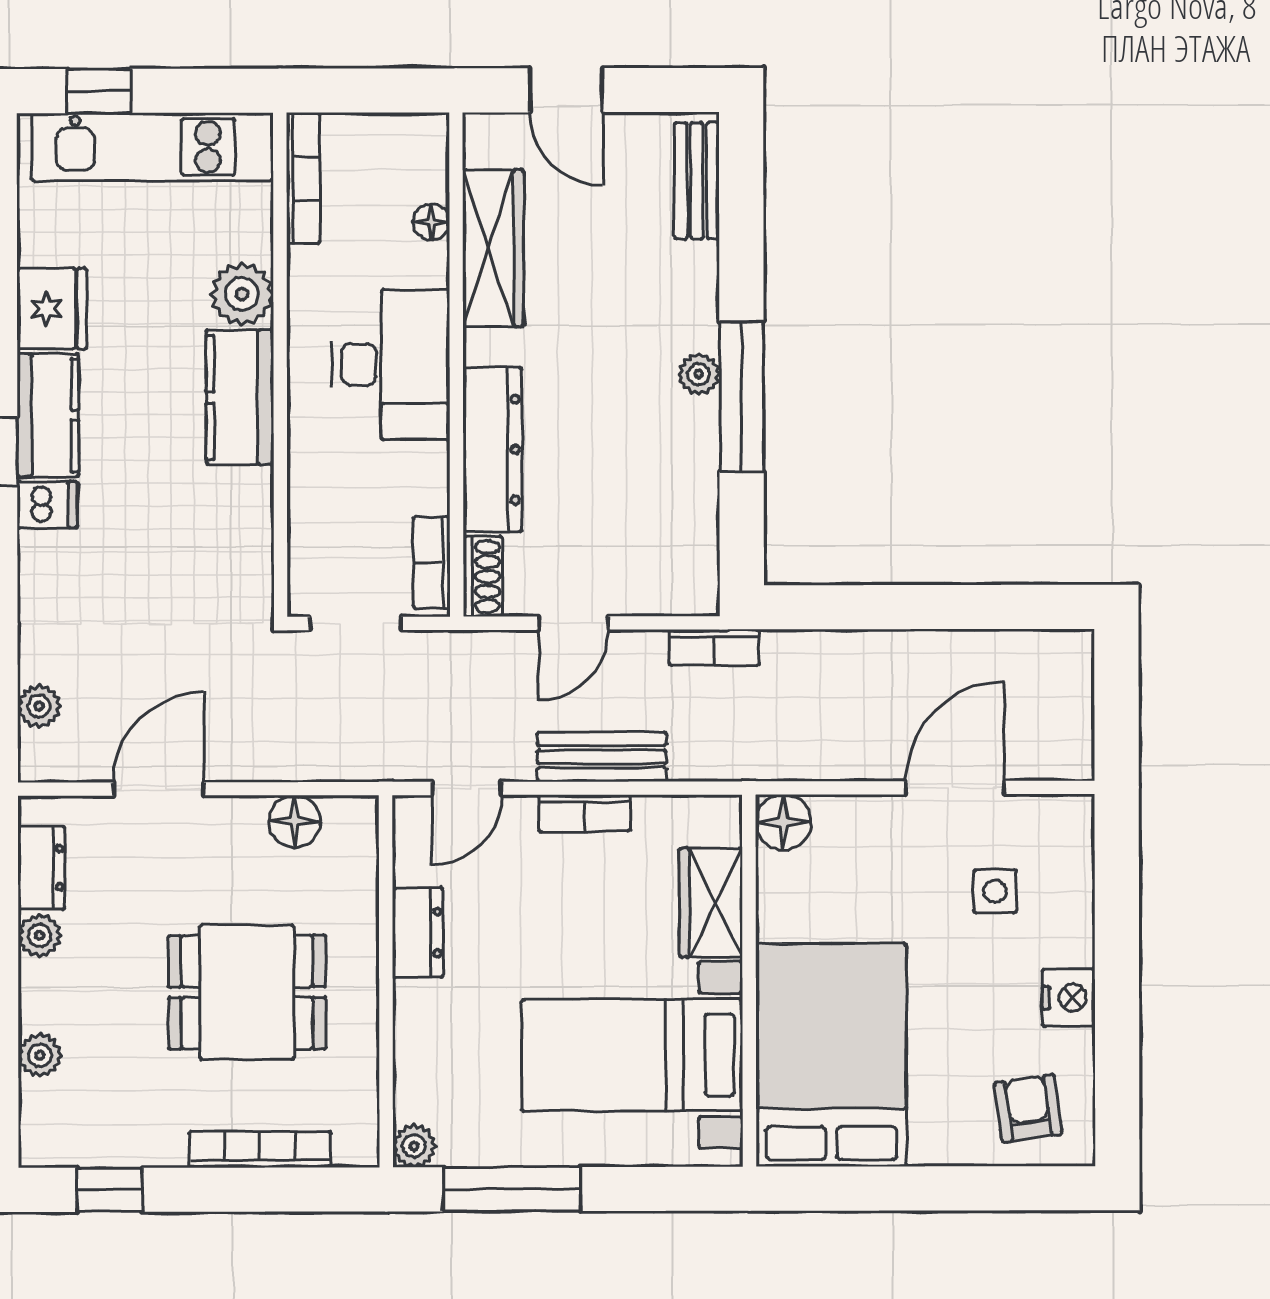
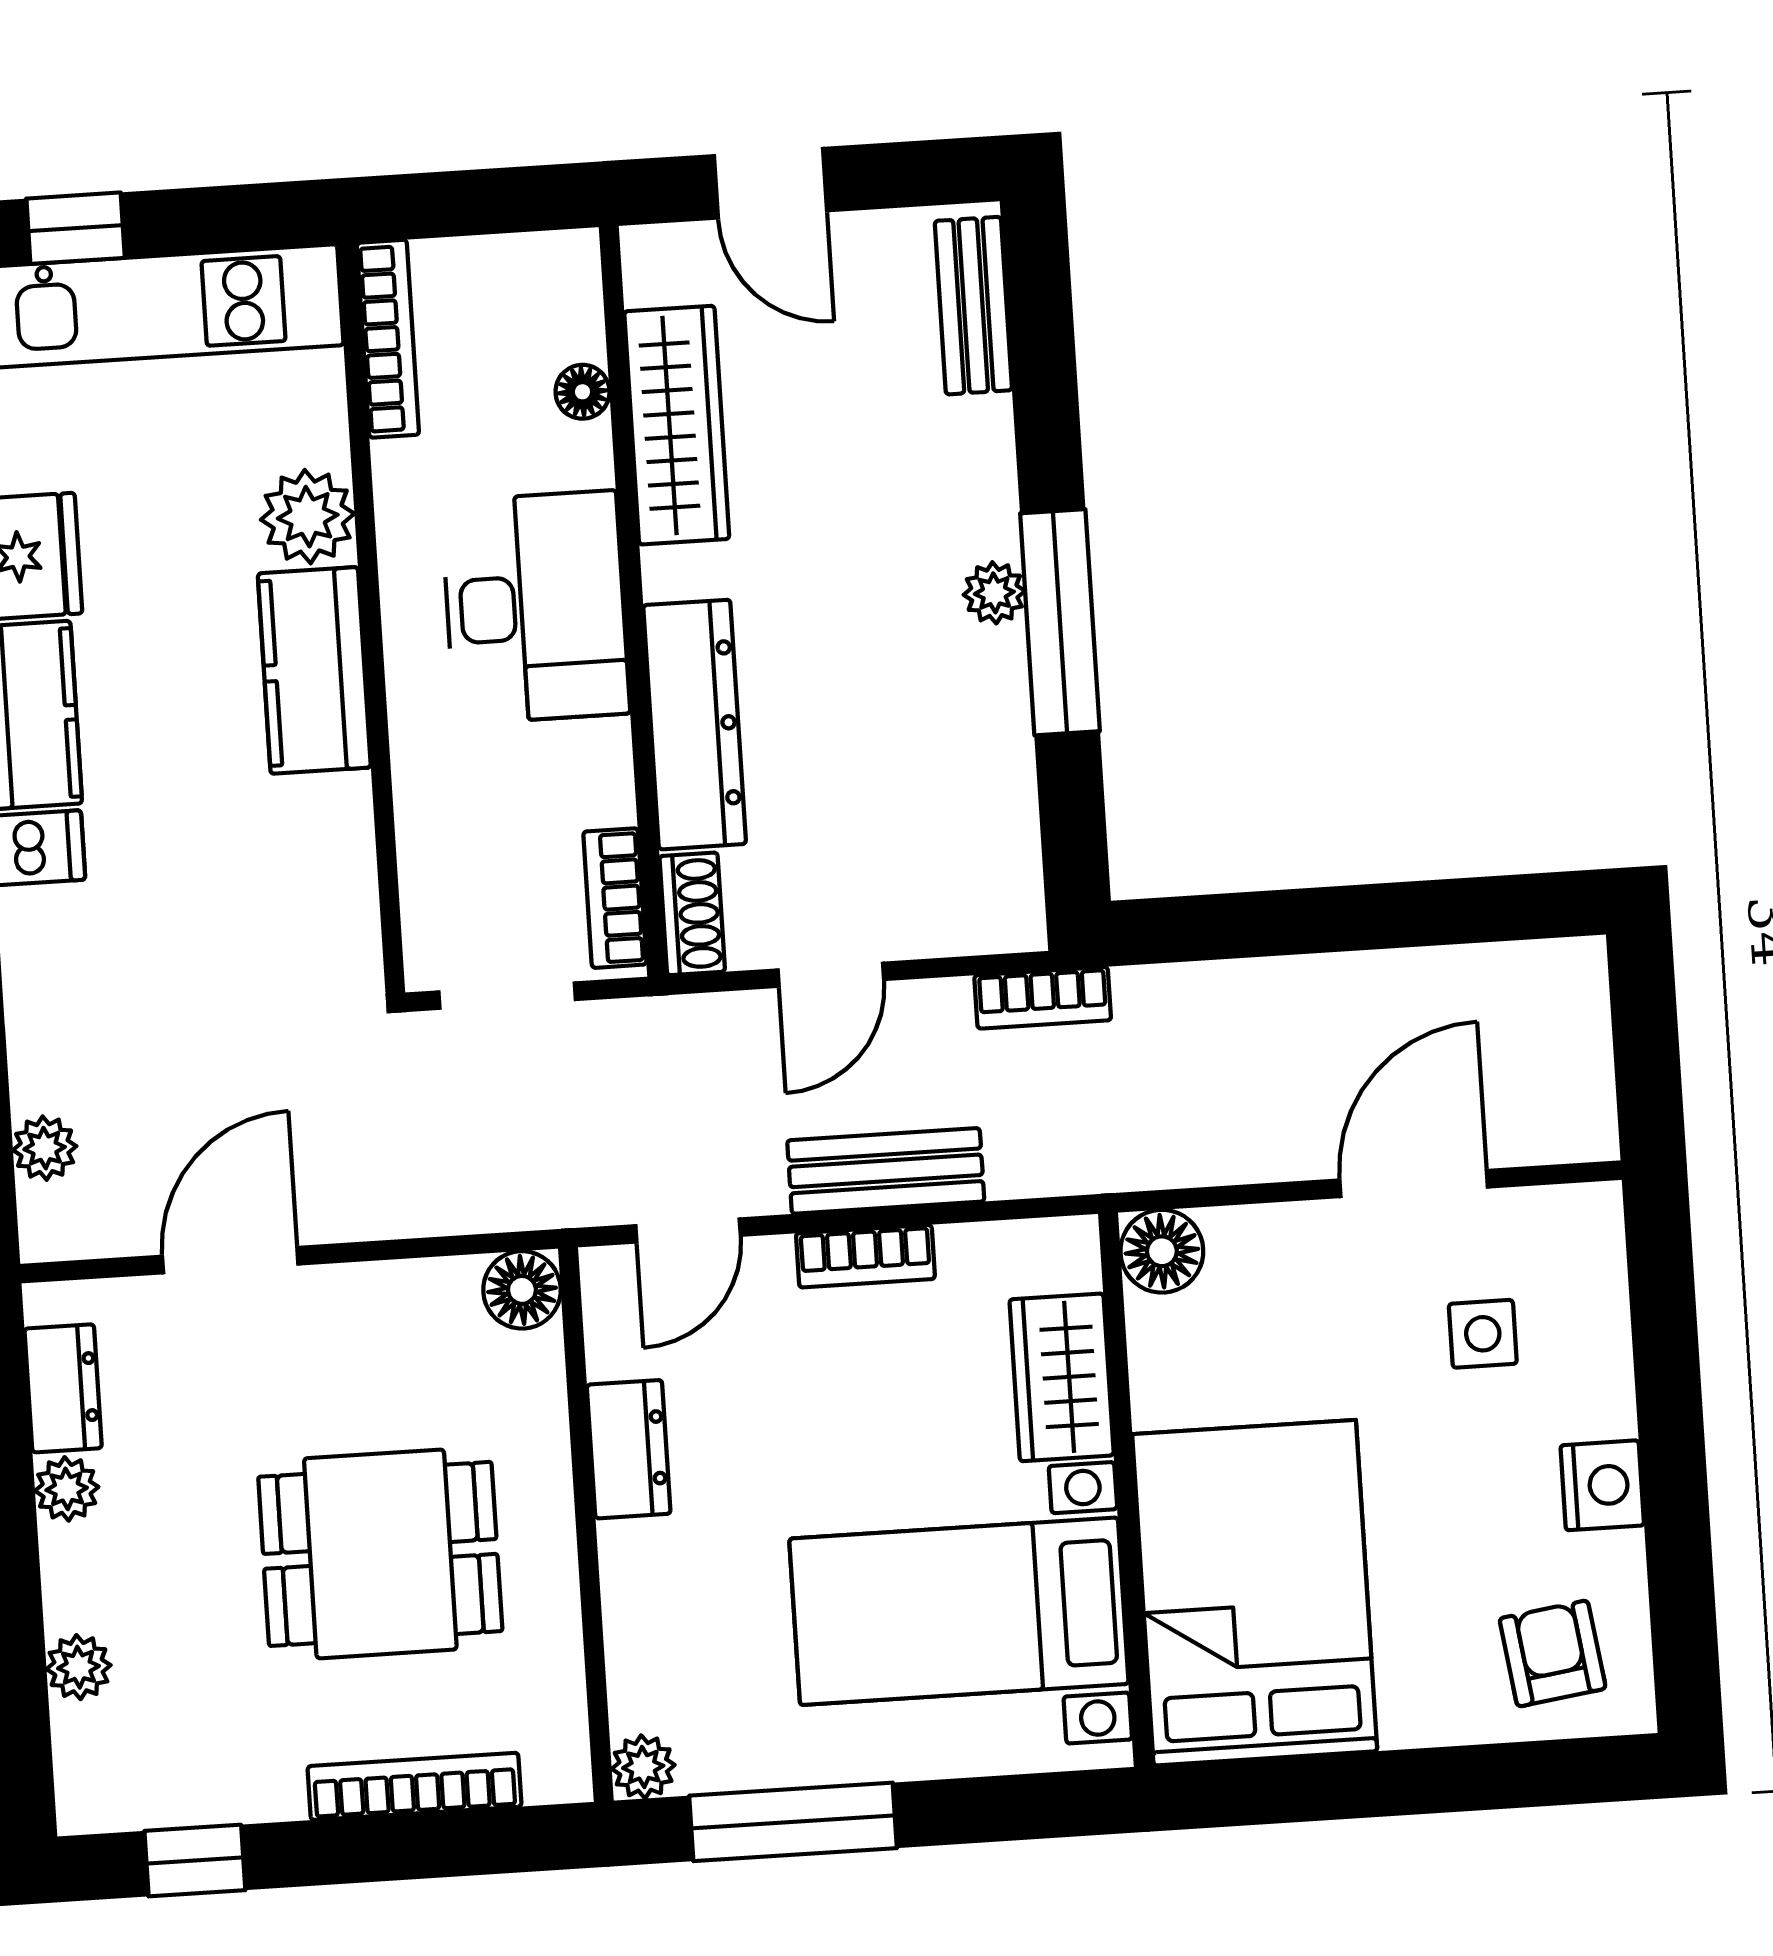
floor lamp: (294, 821) -> (522, 1290), moved

